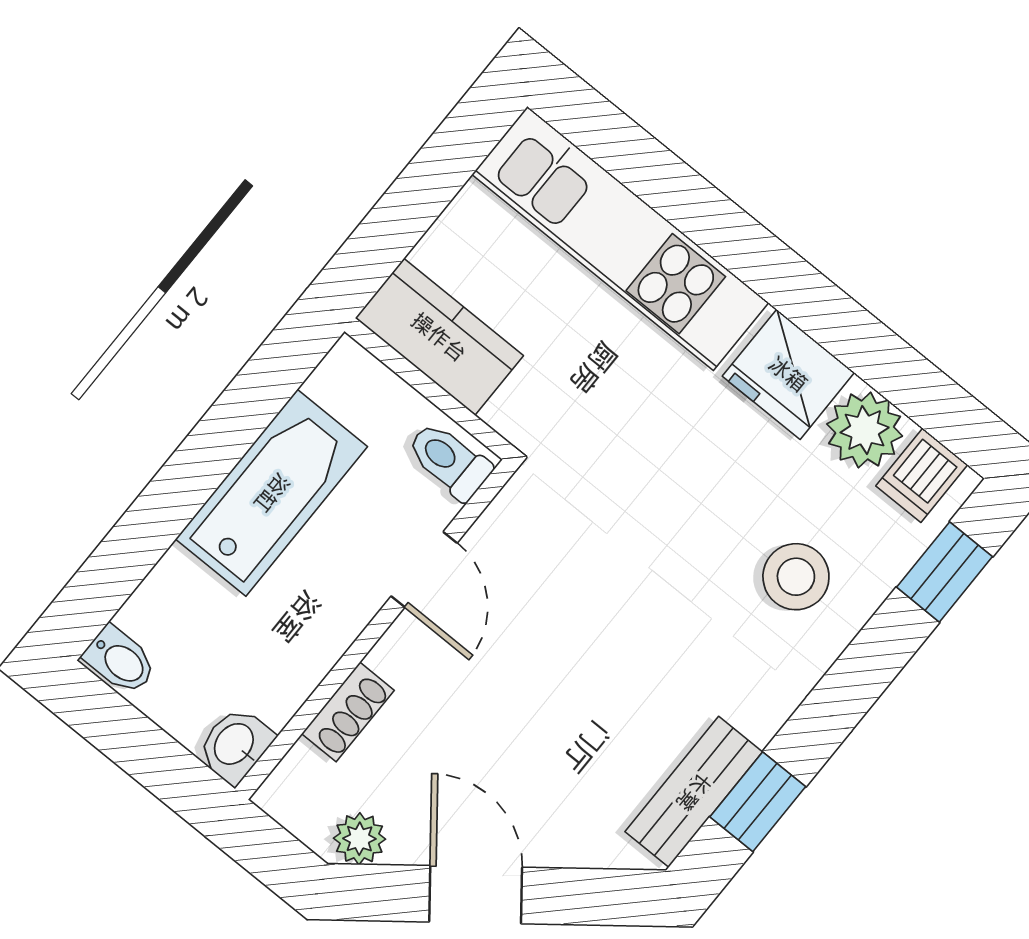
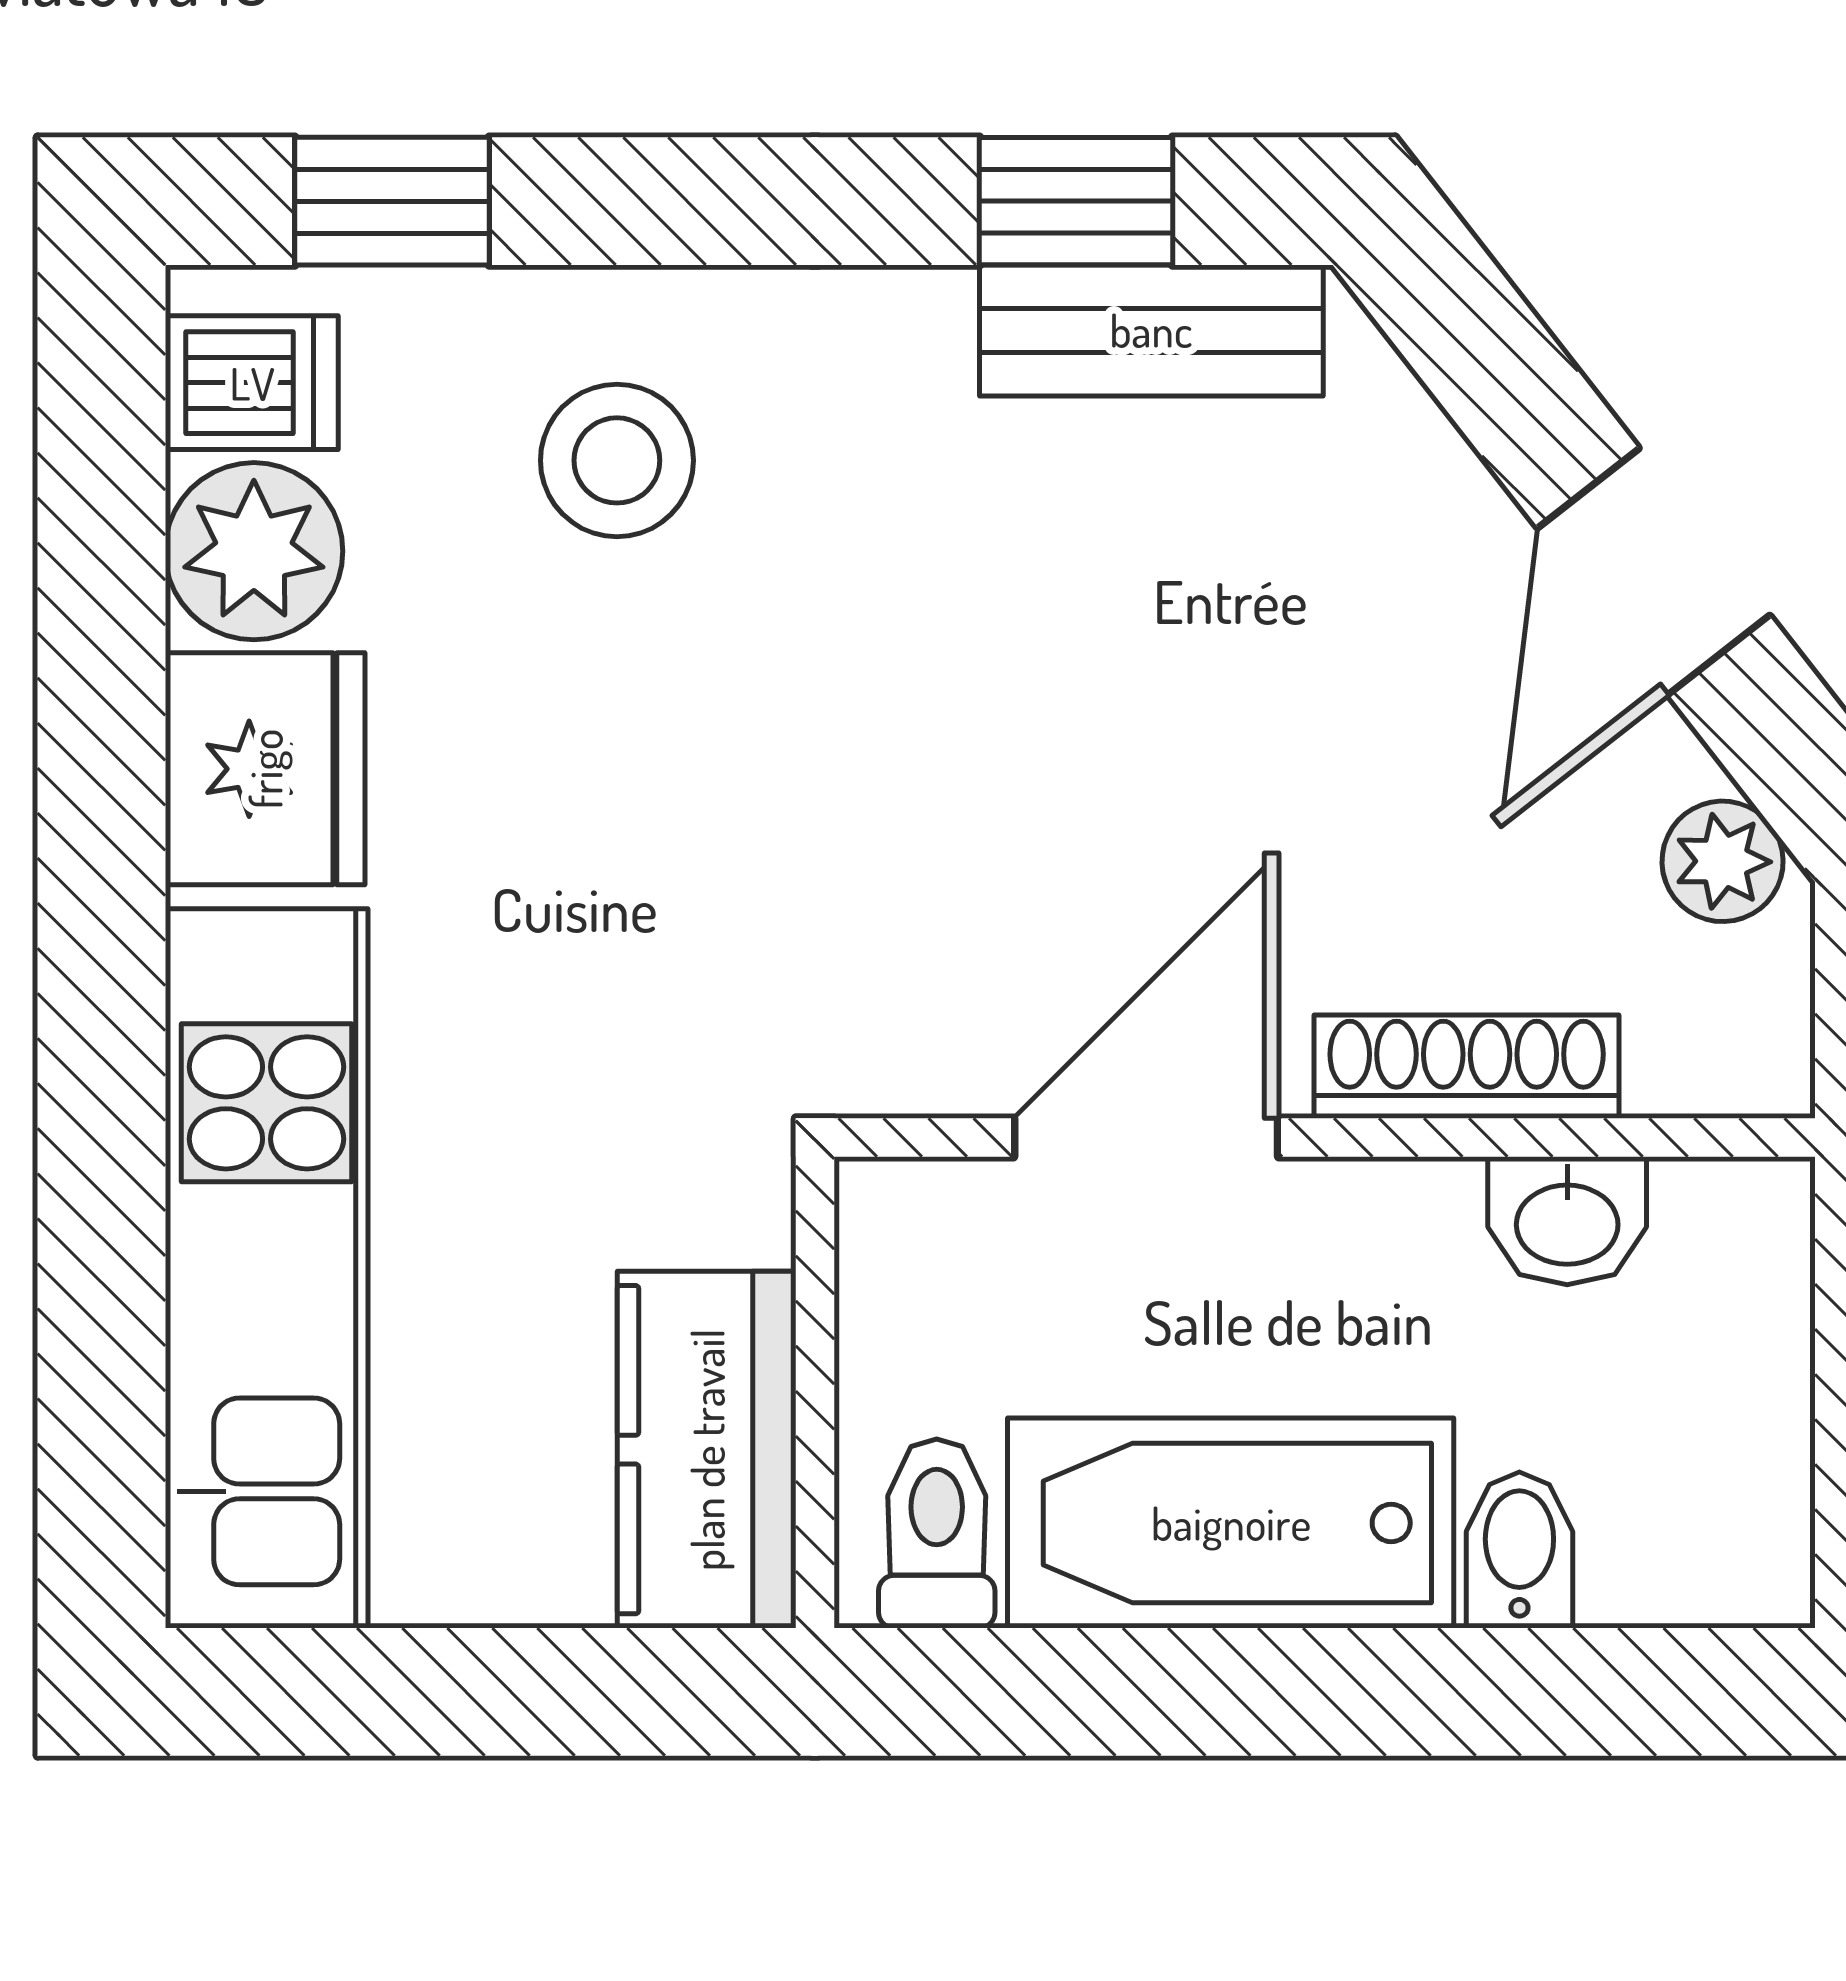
toilet: (449, 461) -> (937, 1534), moved, turned 180
door: (424, 570) -> (1146, 1138), width x1.38
bidet: (120, 660) -> (1519, 1550), moved
shoe rack: (348, 712) -> (1467, 1067), width x1.43
washbasin: (235, 745) -> (1567, 1221), moved

